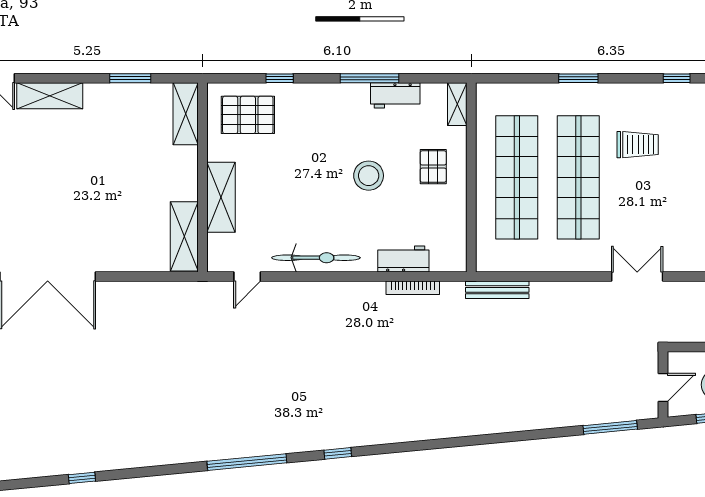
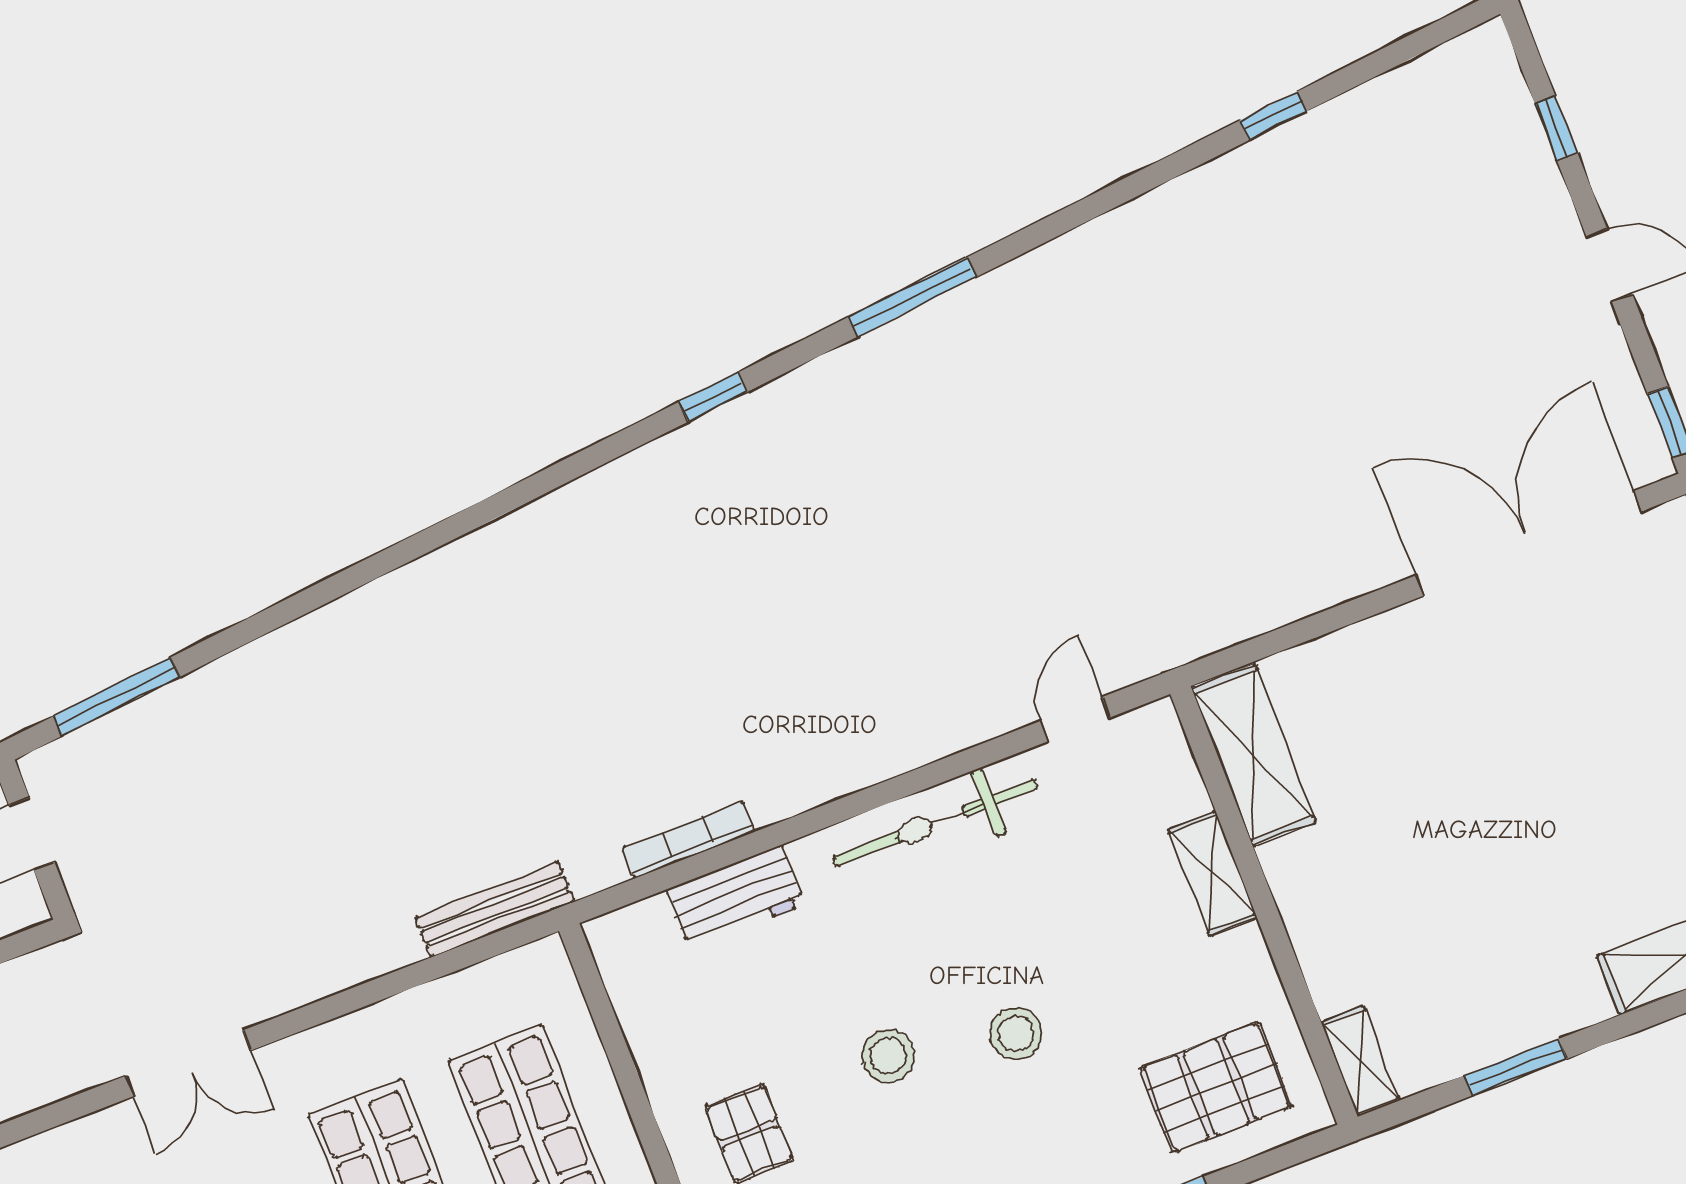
shelving: (186, 114) -> (1360, 1061), width x0.67, depth x0.75
stool: (316, 165) -> (1016, 1034), added
stool: (369, 176) -> (888, 1056), width x0.73, depth x0.73
shelving: (221, 197) -> (1212, 873), width x0.67, depth x0.75
window: (247, 462) -> (912, 297), width x0.68

